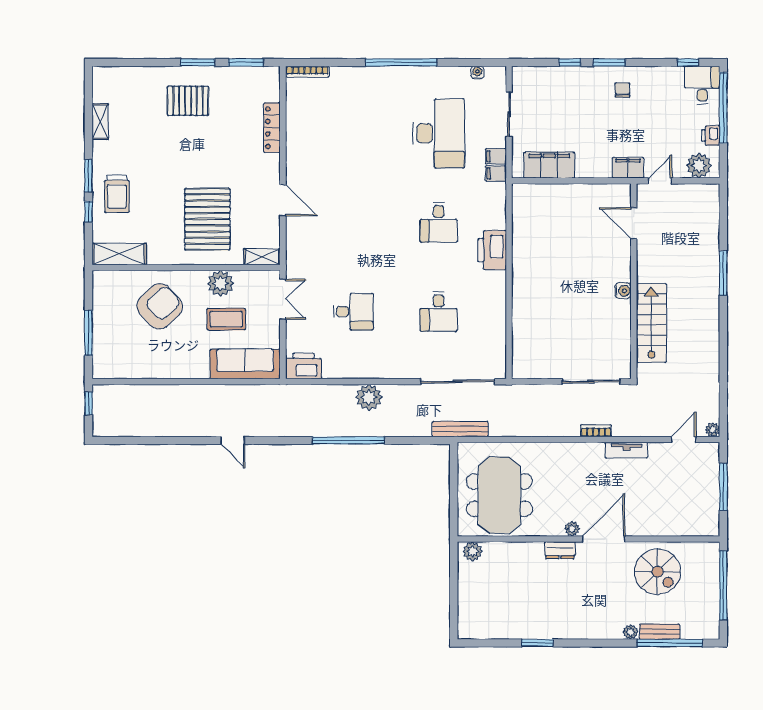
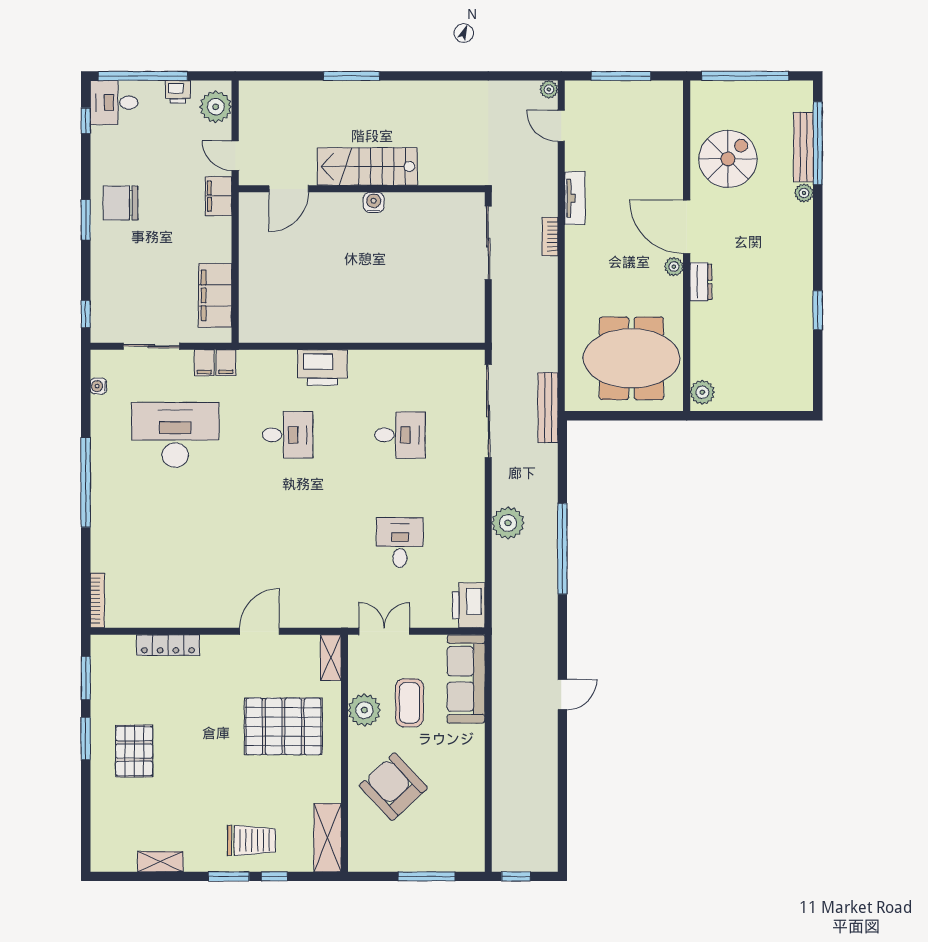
window: (570, 62) -> (86, 314), moved
chair: (623, 90) -> (121, 203), width x1.87, depth x1.87
stairs: (651, 323) -> (367, 167), moved
bench: (660, 632) -> (803, 147), width x1.36

